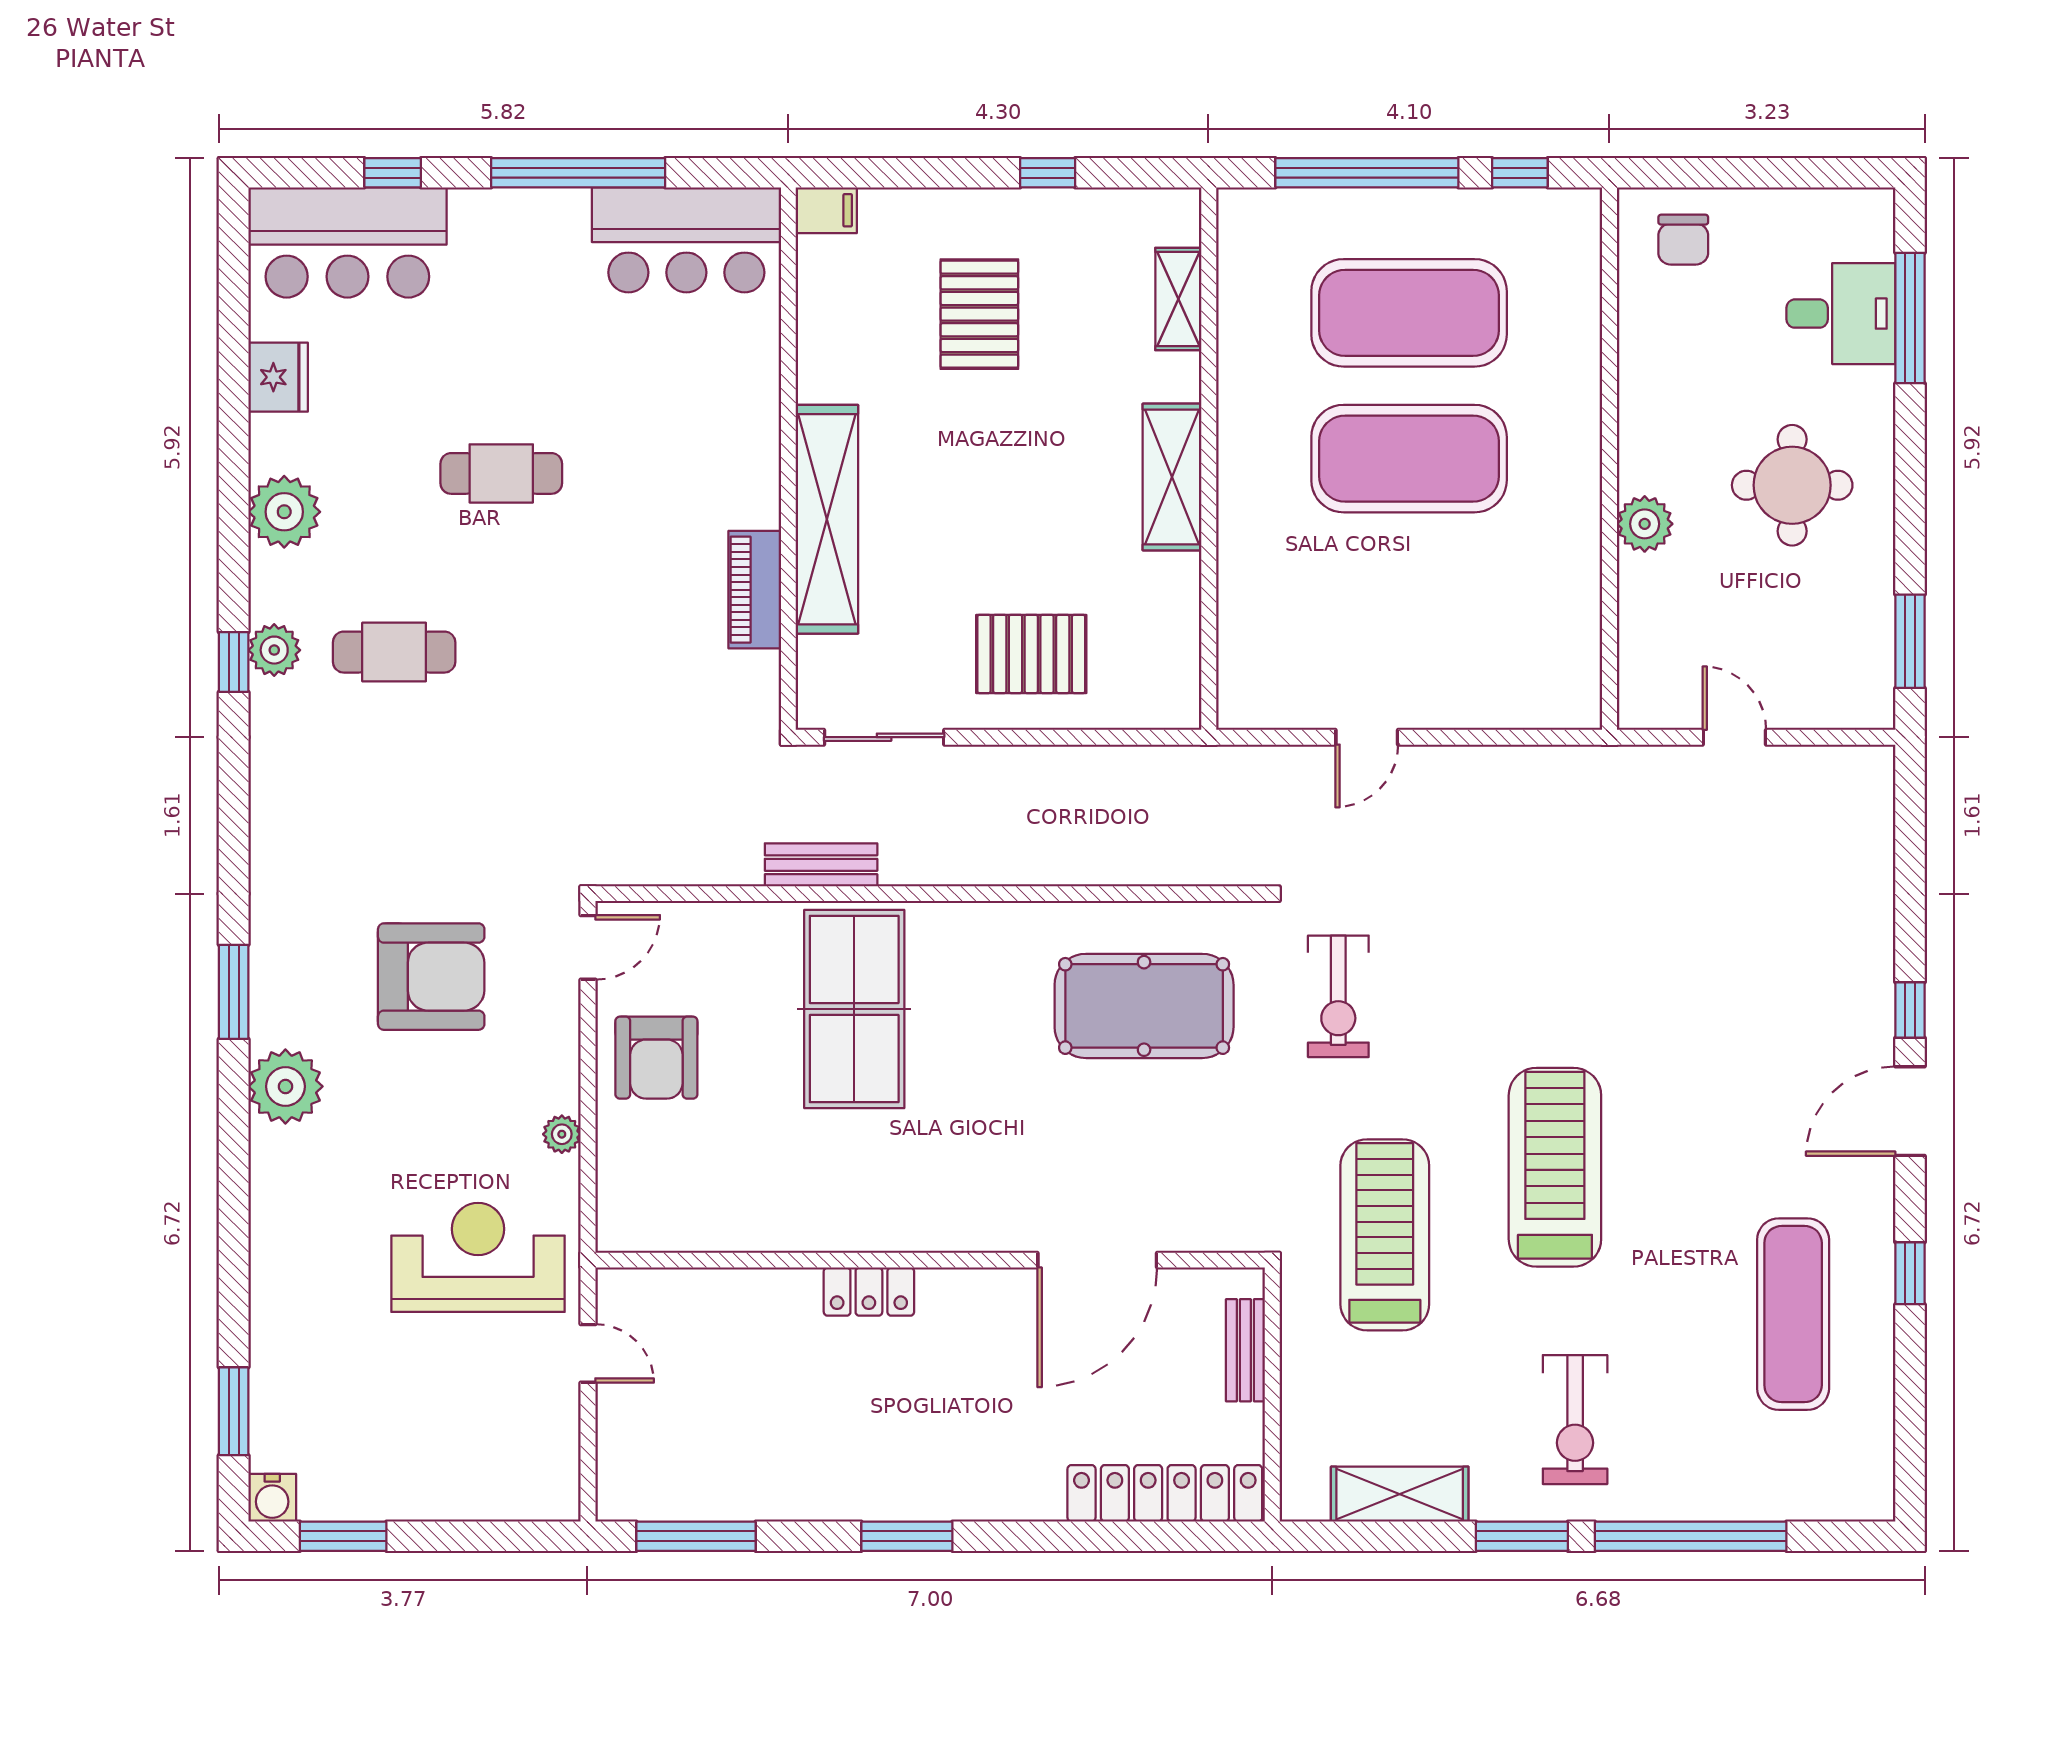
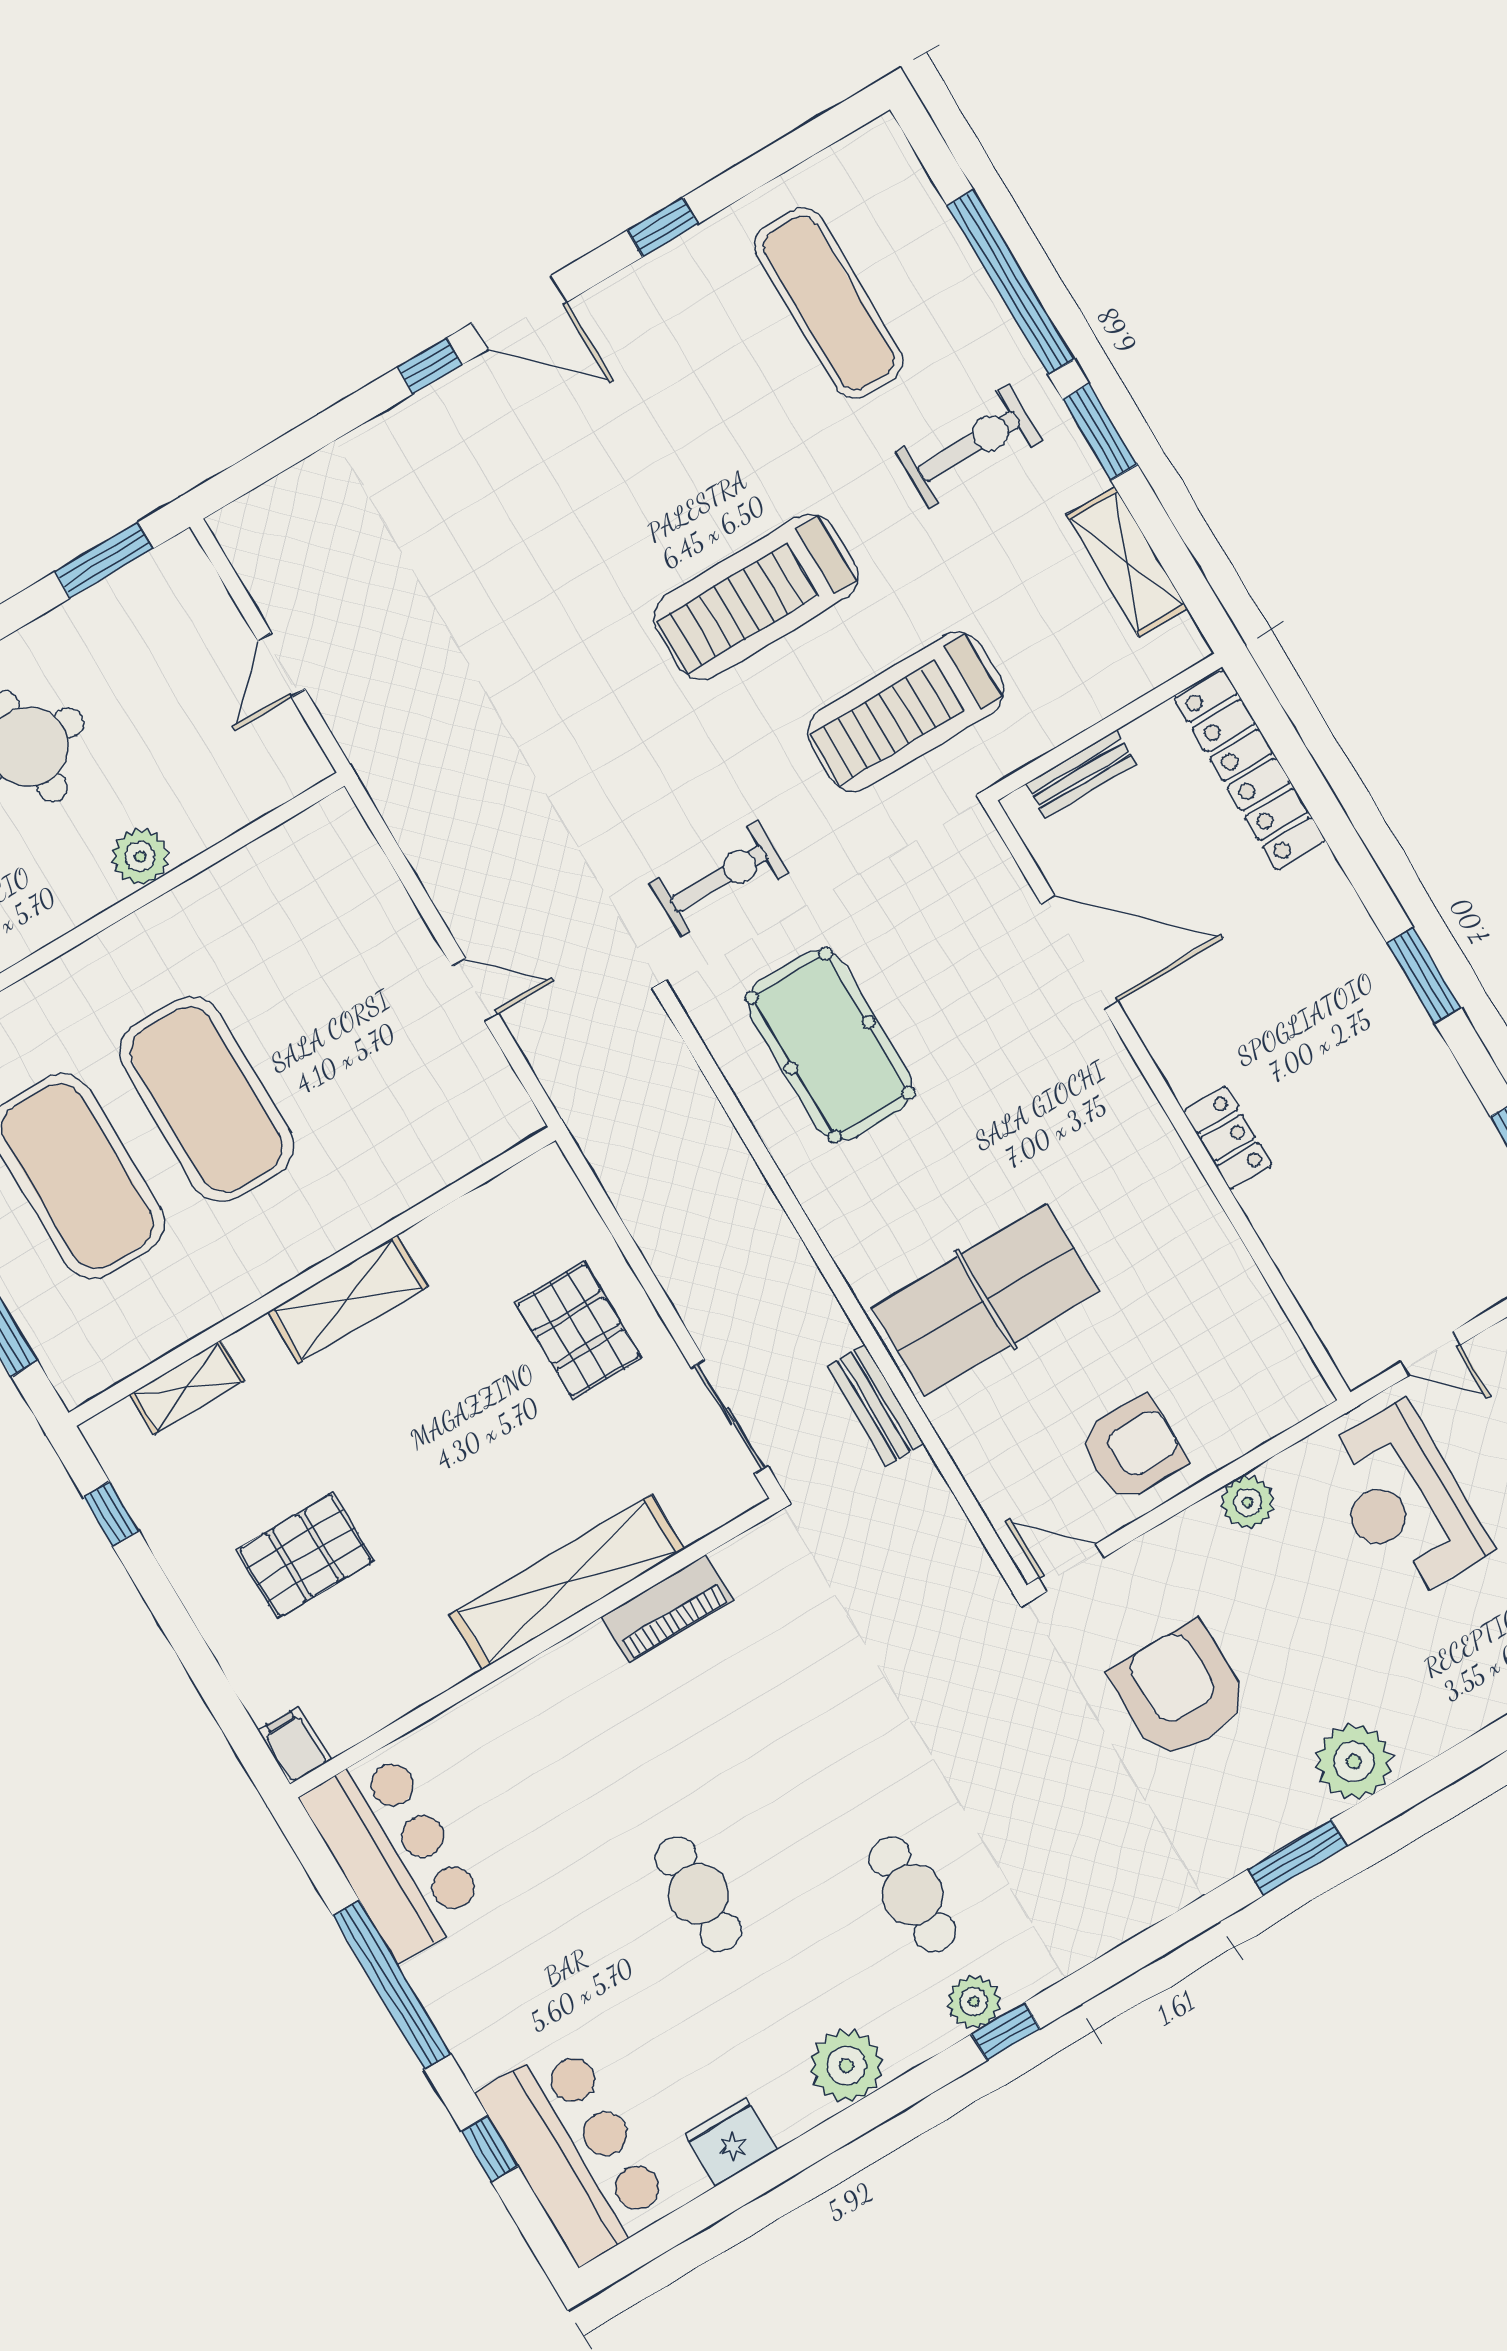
window: (1048, 173) -> (111, 1514), moved
plant: (562, 1134) -> (1248, 1502), width x1.38, depth x1.38
exercise mat: (1793, 1314) -> (829, 303), moved, turned 90
door: (588, 1353) -> (1430, 1354), swing flipped

